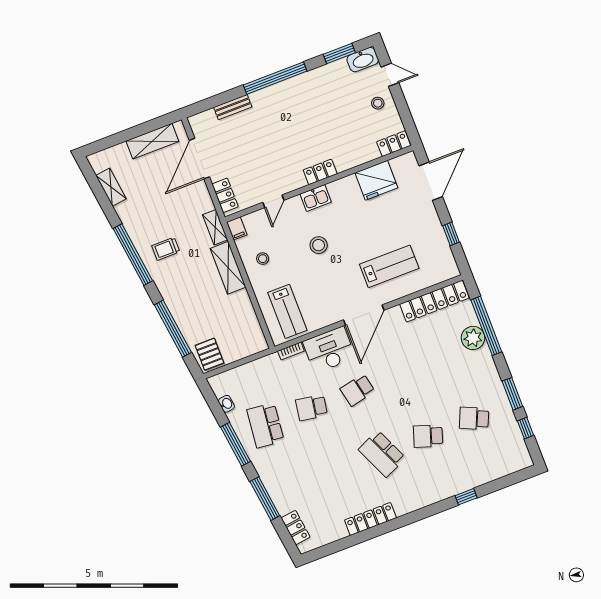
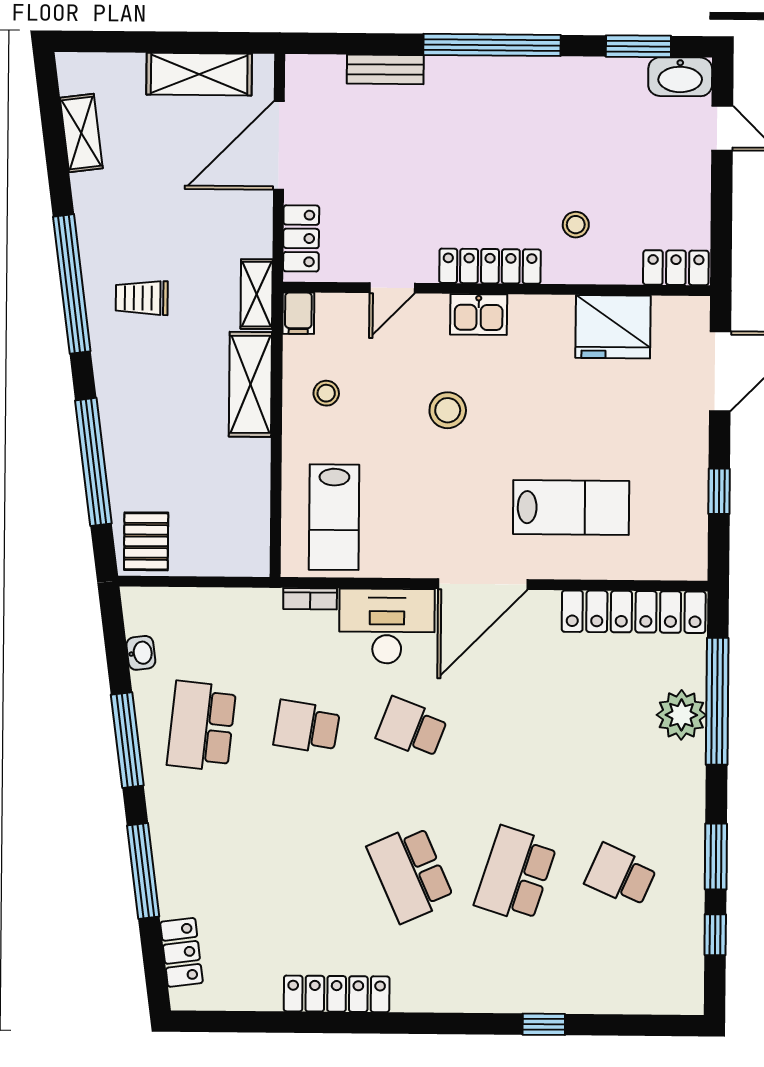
stool: (378, 103) -> (576, 225), moved
locker: (320, 172) -> (490, 266), width x1.53
school desk: (358, 390) -> (412, 728), turned 33
school desk: (428, 436) -> (516, 874), width x1.85

